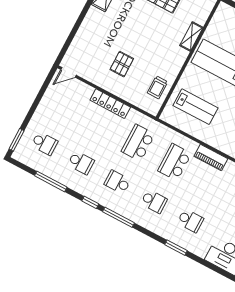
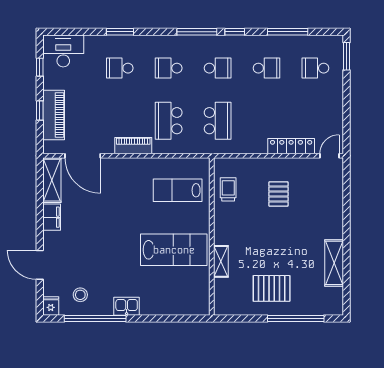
locker: (110, 104) -> (291, 146), moved
school desk: (175, 162) -> (169, 121), turned 180
school desk: (81, 163) -> (266, 68), turned 180

